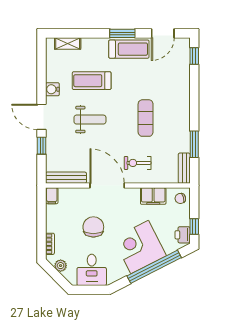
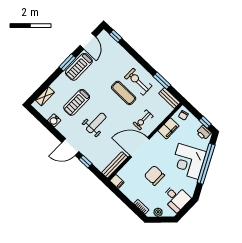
treadmill: (129, 49) -> (79, 67), turned 180
water cooler: (52, 89) -> (54, 120), moved
exercise bike: (171, 122) -> (138, 82), added

